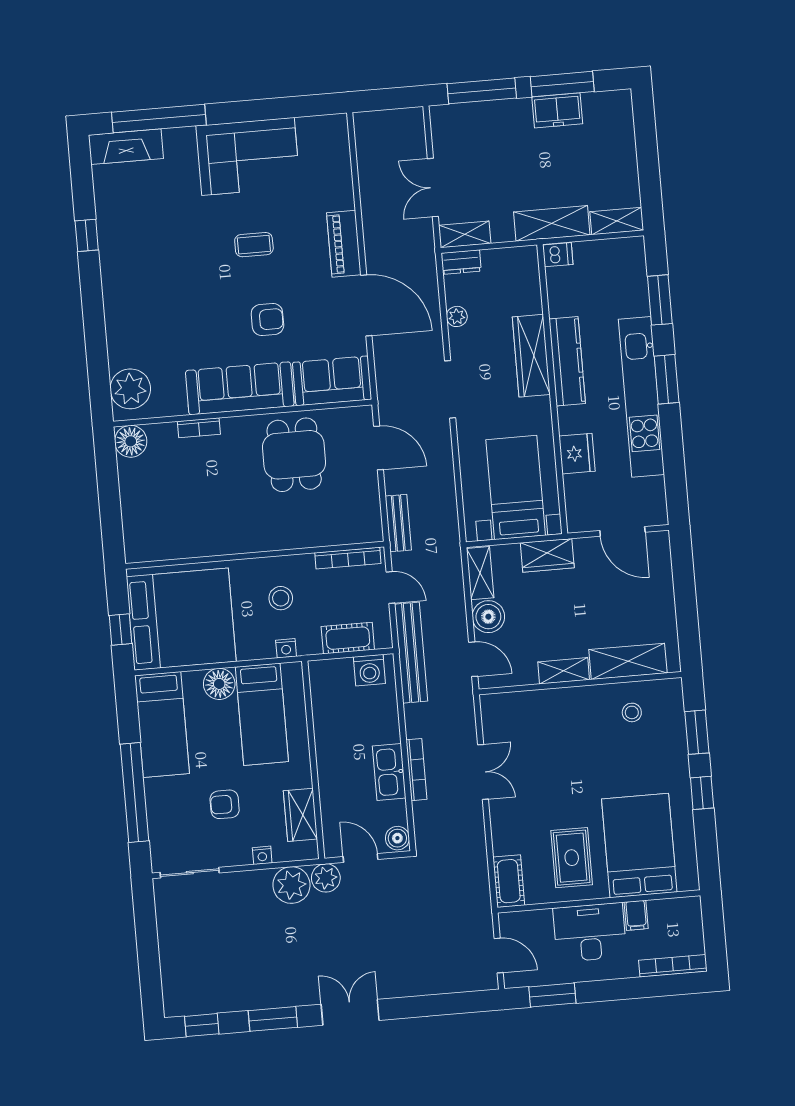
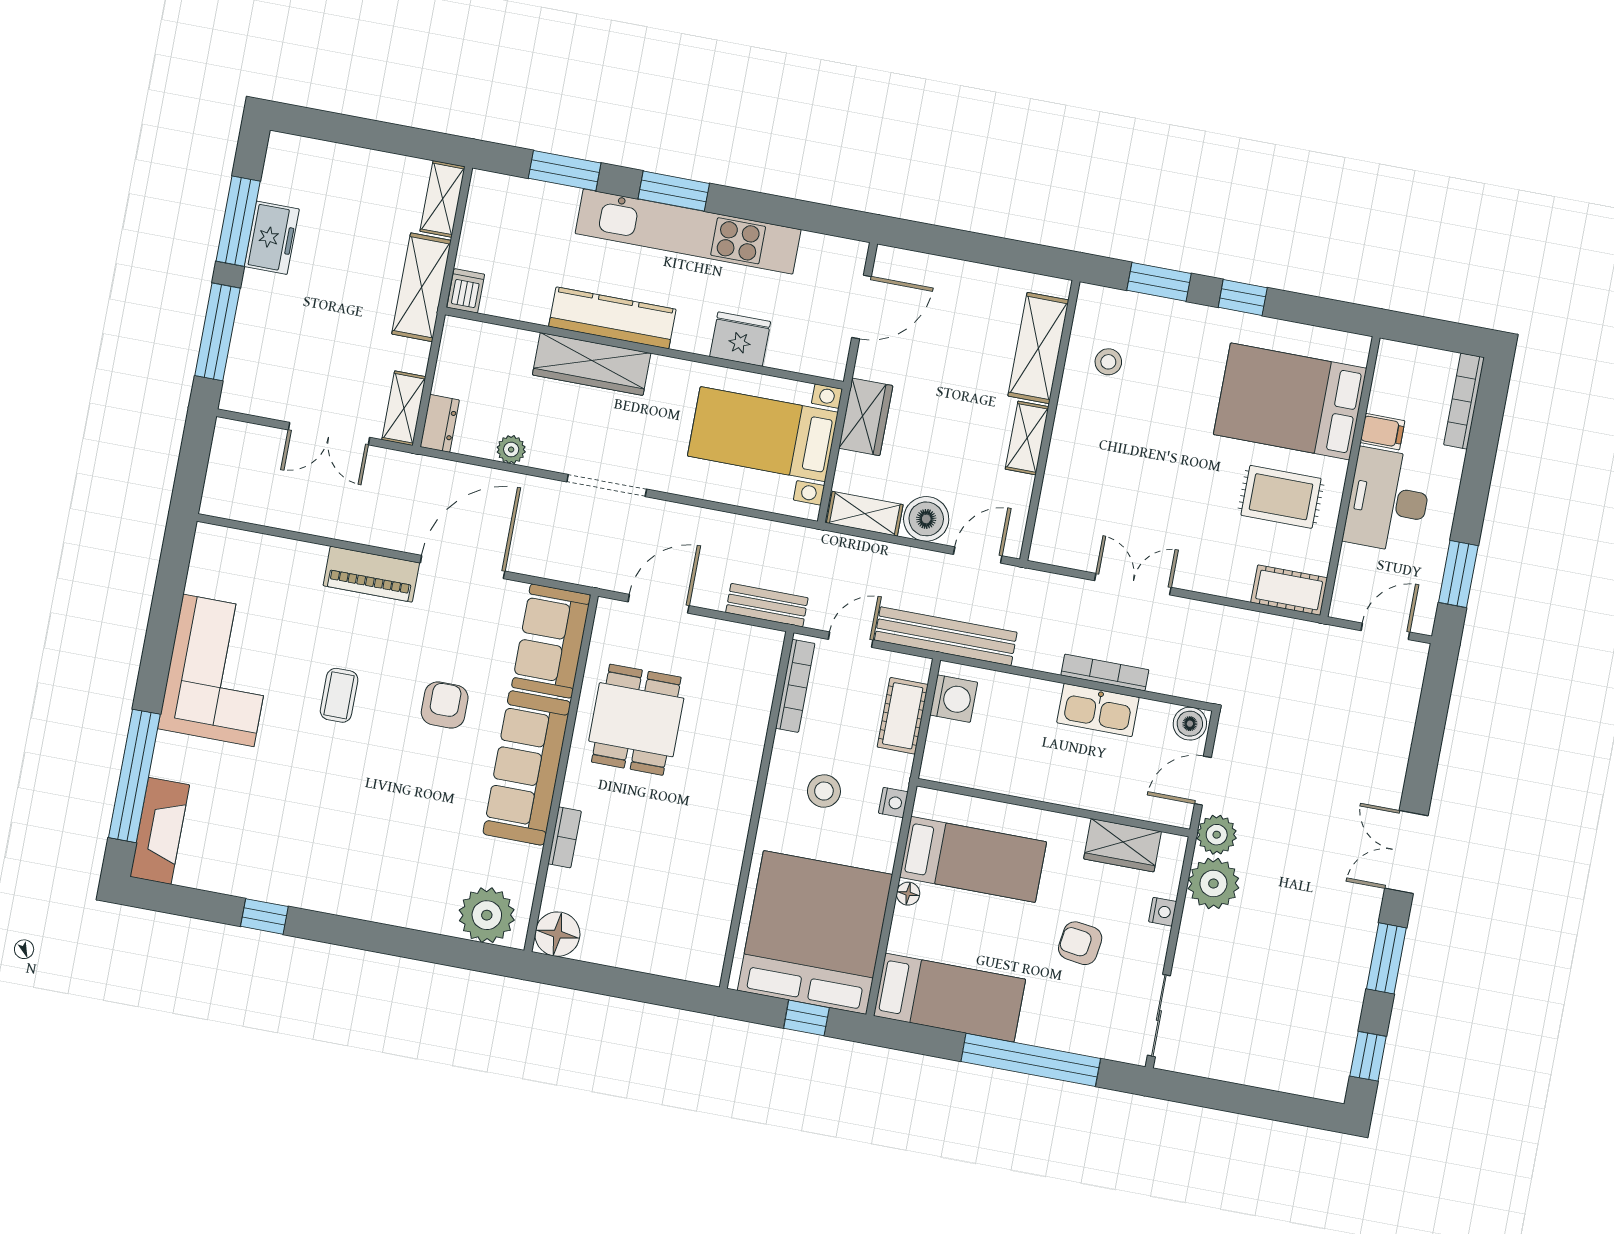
dining table: (294, 455) -> (636, 720), turned 90
floor lamp: (219, 684) -> (908, 894), width x0.53, depth x0.53
armchair: (225, 804) -> (1080, 943), turned 98

